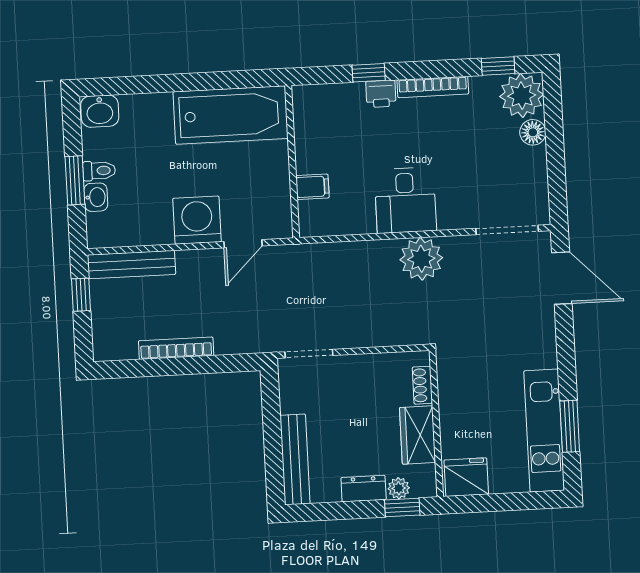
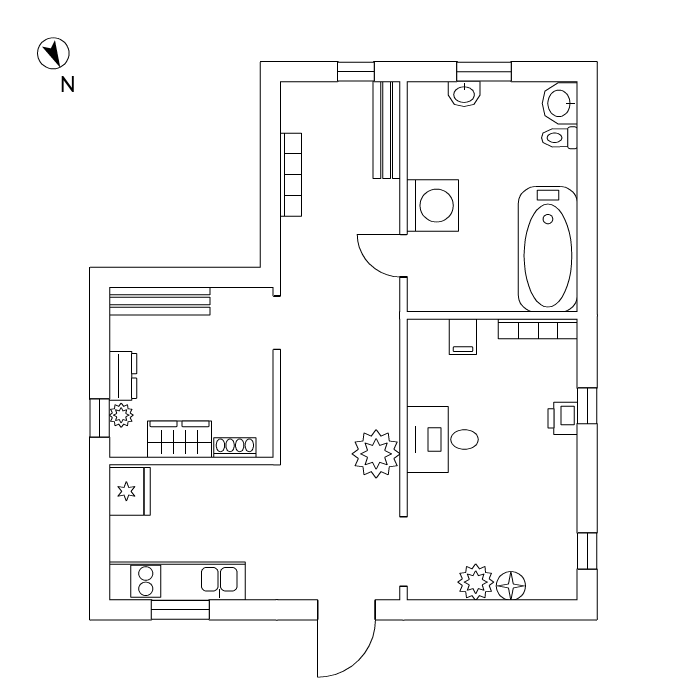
bookcase: (433, 87) -> (538, 329), moved, turned -90
plant: (522, 96) -> (476, 582), moved, width x0.73, depth x0.73
toilet: (99, 171) -> (560, 138), moved, turned 90

